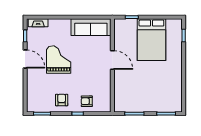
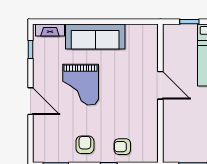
sofa: (91, 27) -> (95, 36), moved
door: (25, 59) -> (31, 101), moved
grand piano: (59, 60) -> (81, 85), turned 180

